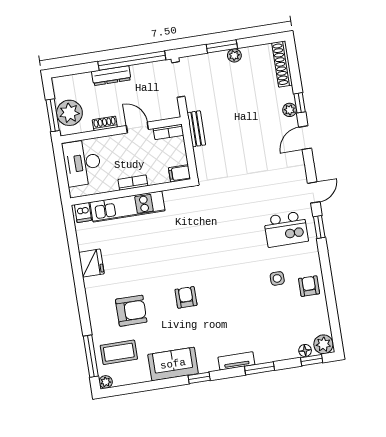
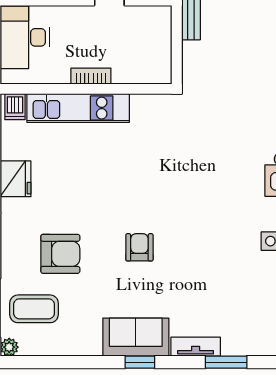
bookcase: (169, 132) -> (152, 13), removed
filing cabinet: (180, 173) -> (158, 73), removed
sofa: (173, 364) -> (136, 337), moved

